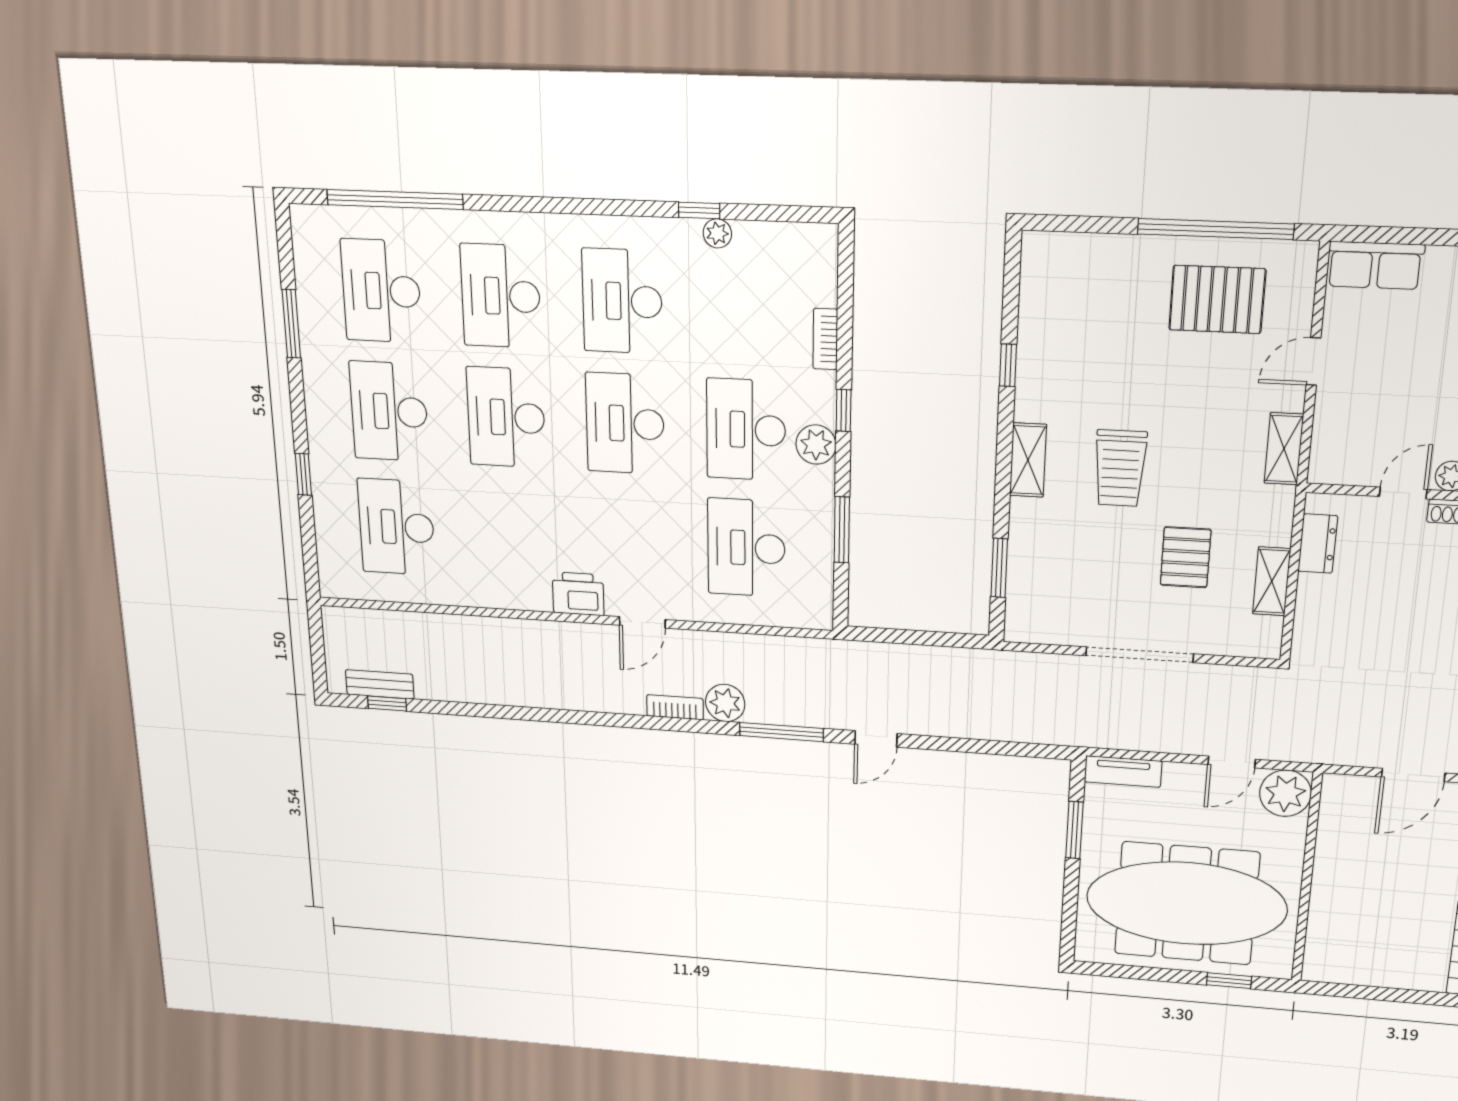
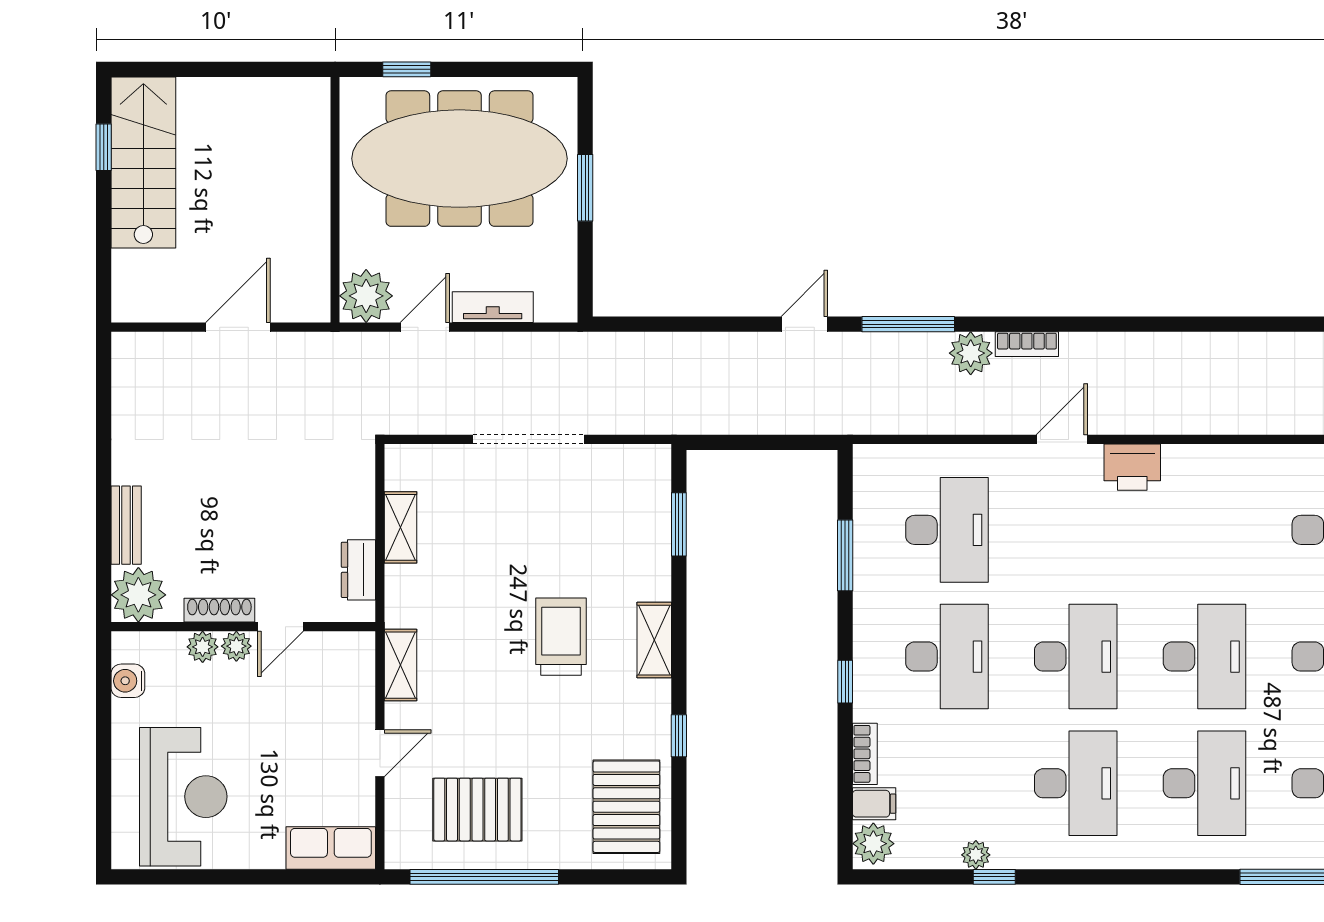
filing cabinet: (817, 289) -> (874, 804), added
plant: (816, 445) -> (873, 844), moved
pallet: (1186, 557) -> (626, 807), moved, width x1.50, depth x1.42
tv unit: (1123, 772) -> (493, 307), moved
window: (1074, 830) -> (585, 188), moved

